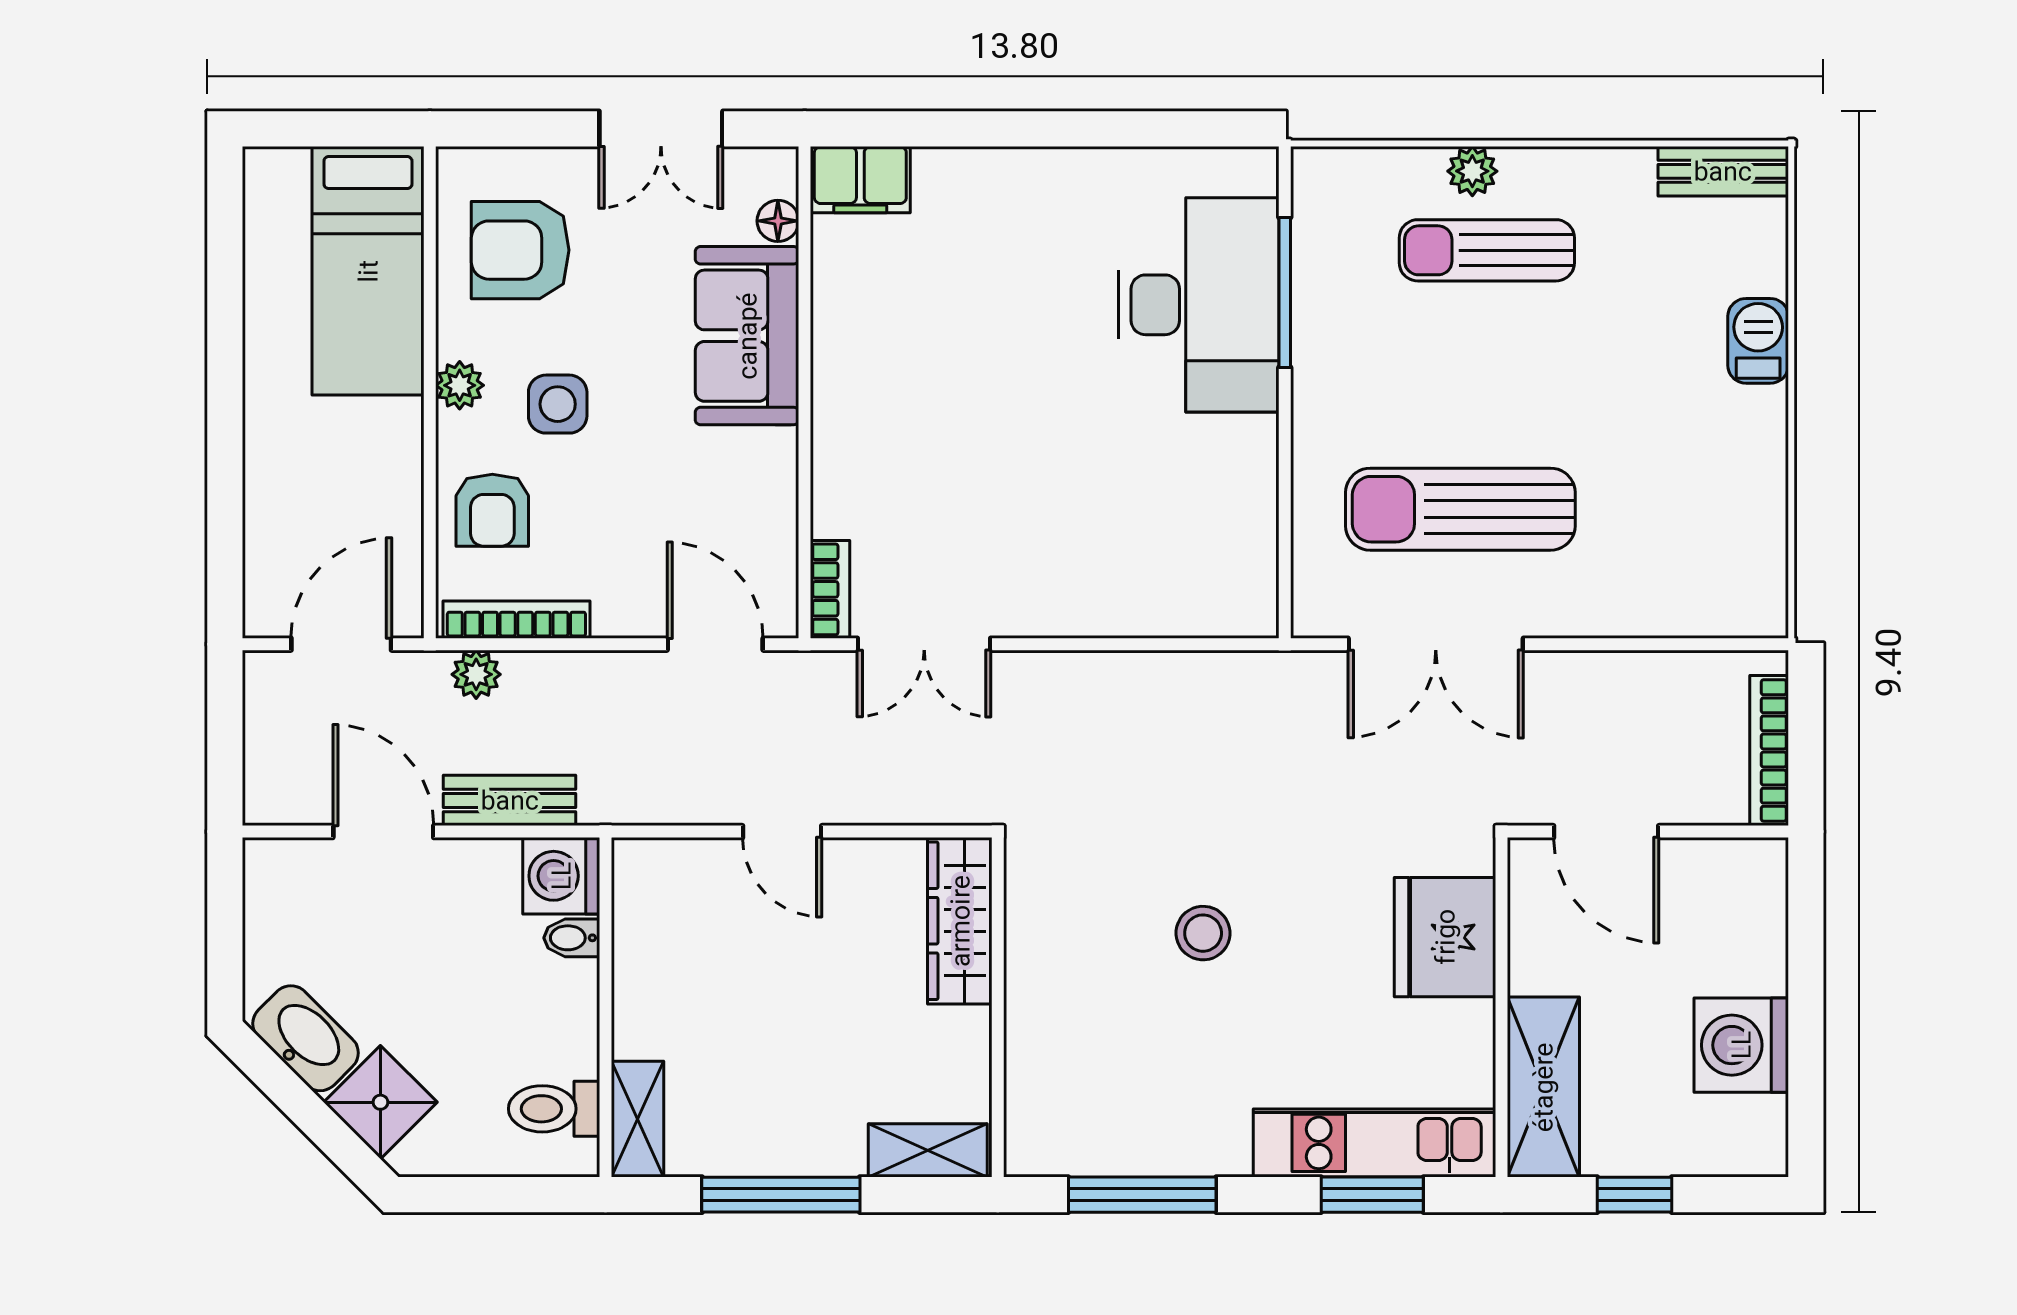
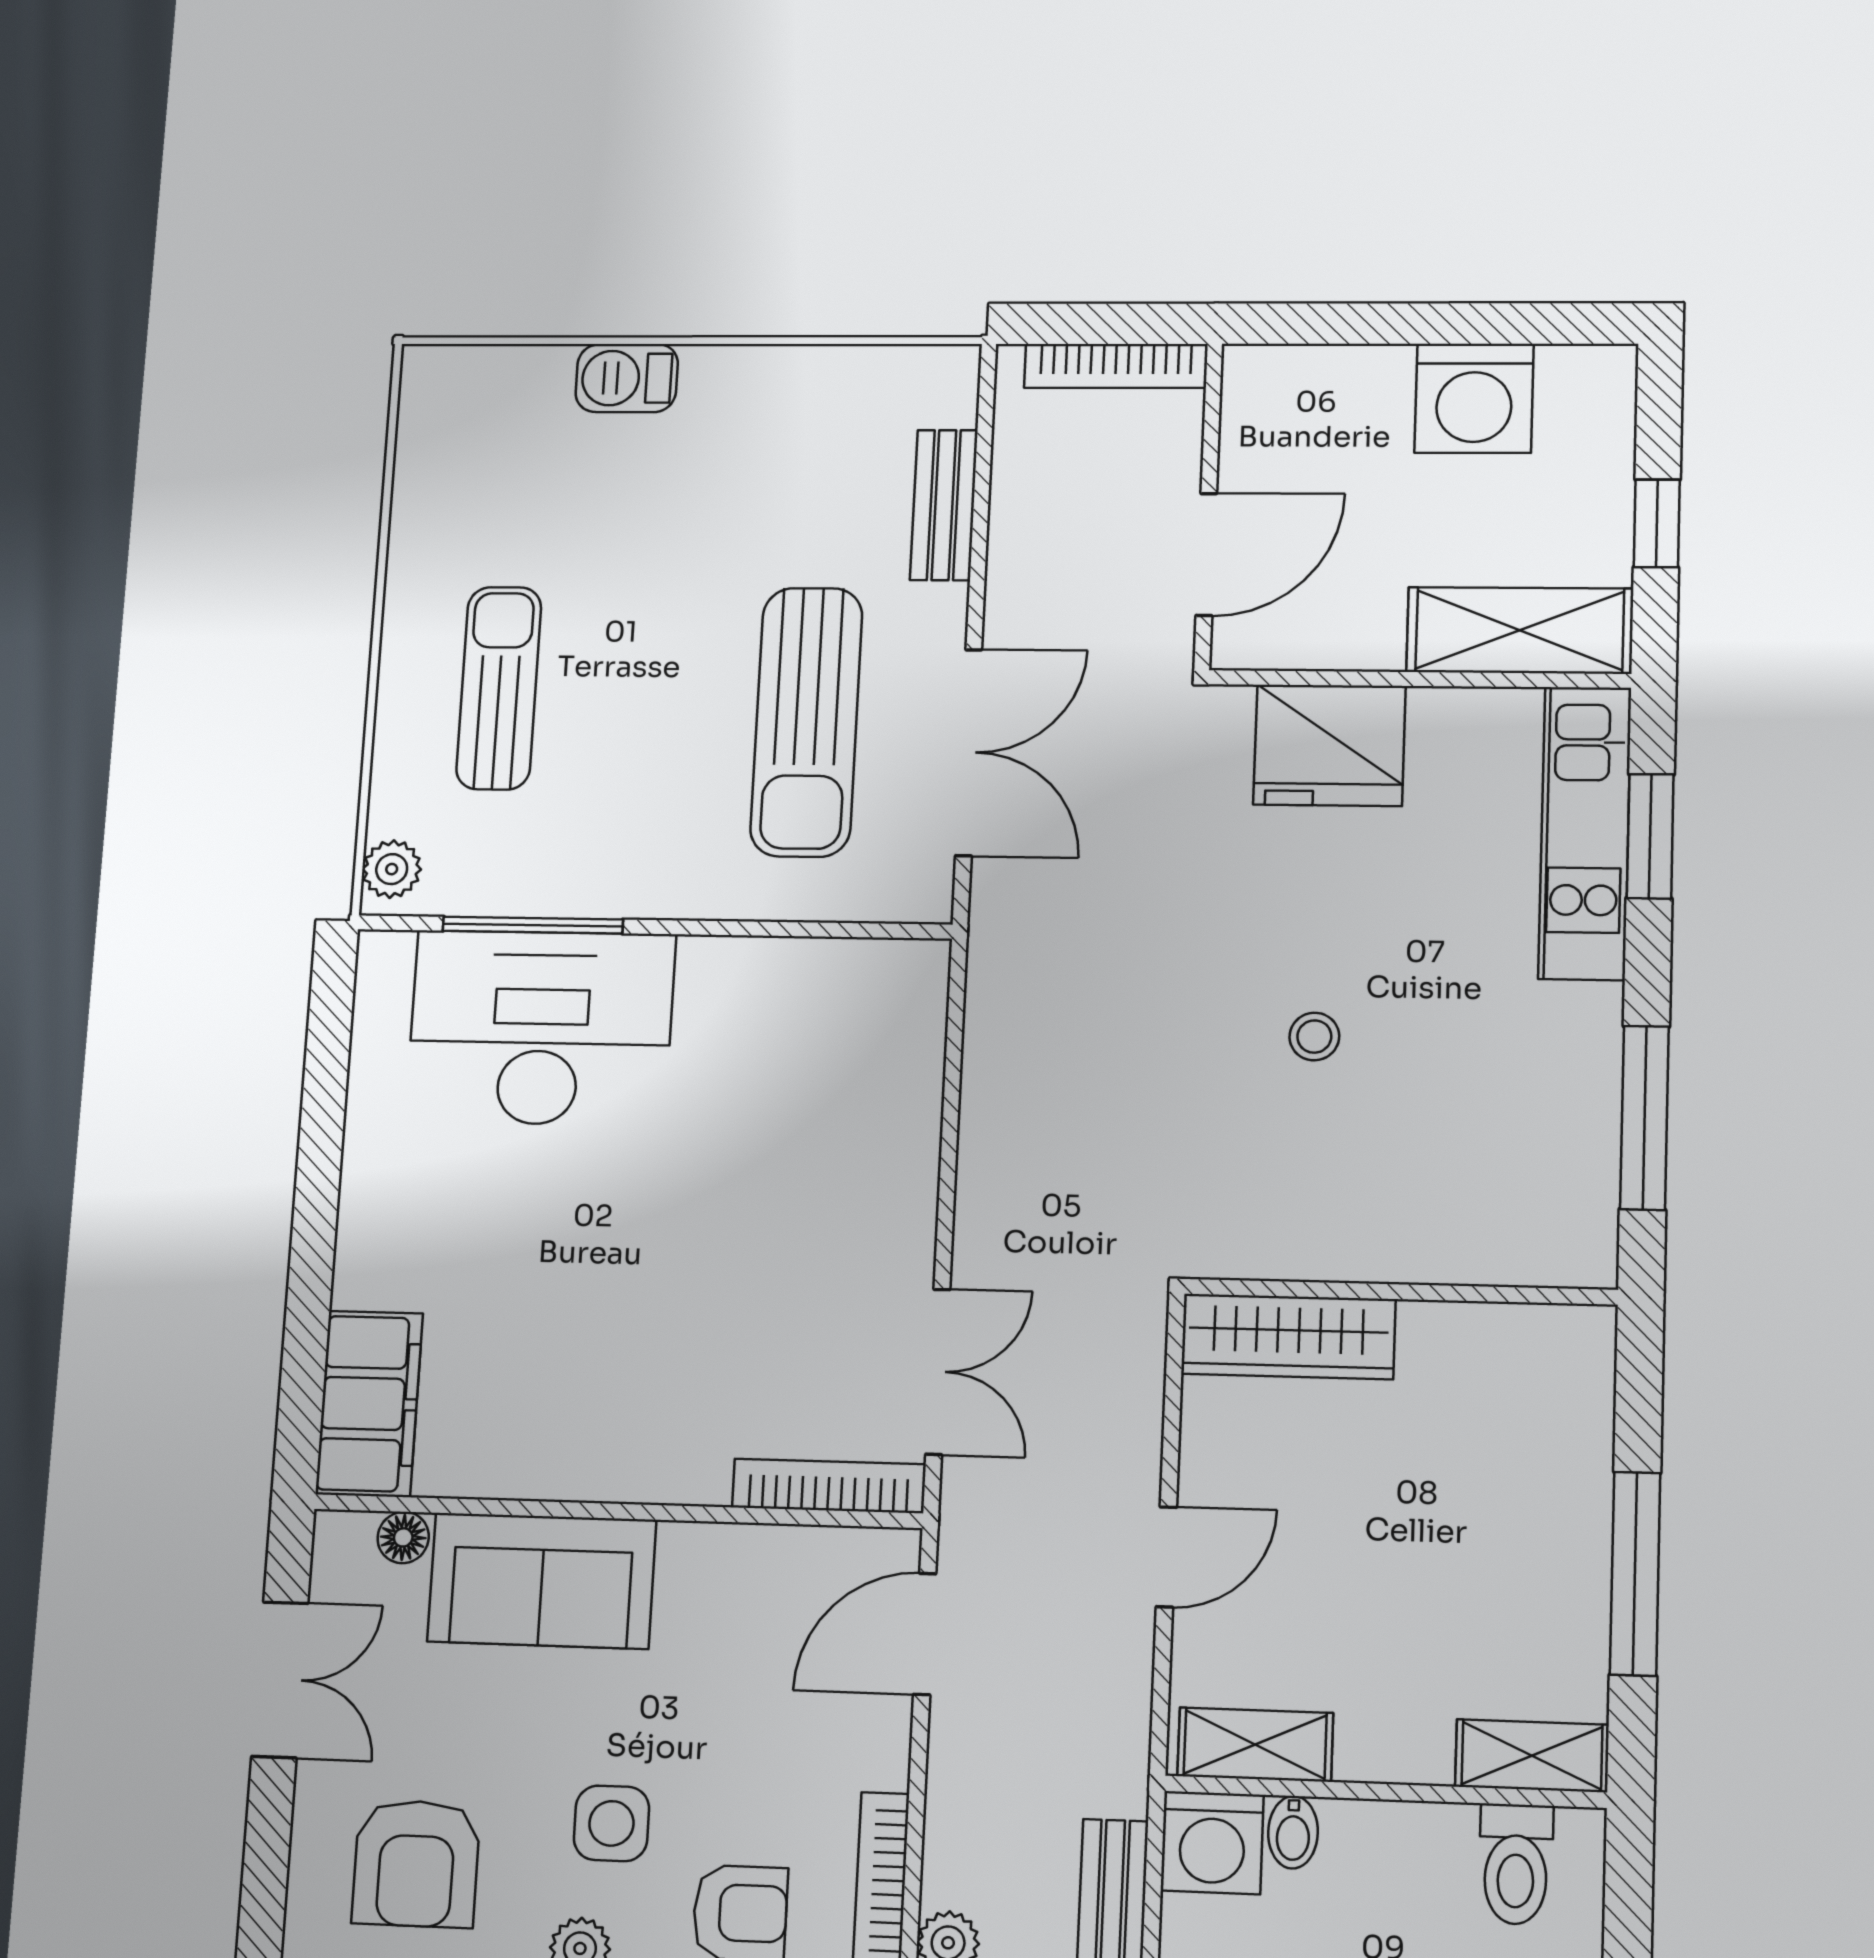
plant: (1472, 171) -> (392, 869), moved
bench: (1723, 171) -> (944, 505), moved
filing cabinet: (860, 180) -> (369, 1404), width x1.50, depth x1.17
sun lounger: (1487, 250) -> (499, 688), turned 180
bookcase: (830, 589) -> (829, 1486), width x1.56
stool: (1203, 933) -> (1314, 1037), width x0.73, depth x0.73
shelving: (928, 1150) -> (1255, 1745), moved, turned 90

